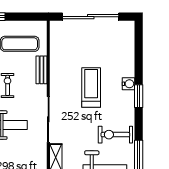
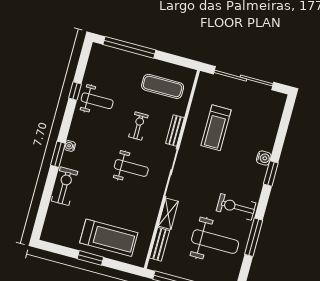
bench: (42, 70) -> (175, 131), moved
treadmill: (91, 88) -> (216, 128), moved, turned 180

